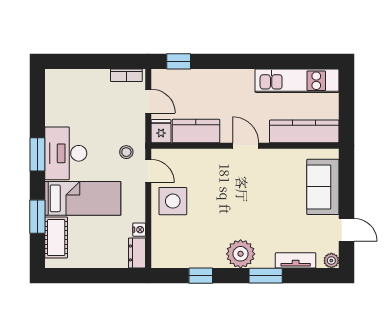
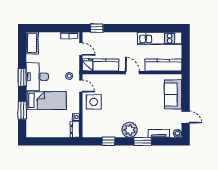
cot: (56, 237) -> (32, 43), moved

